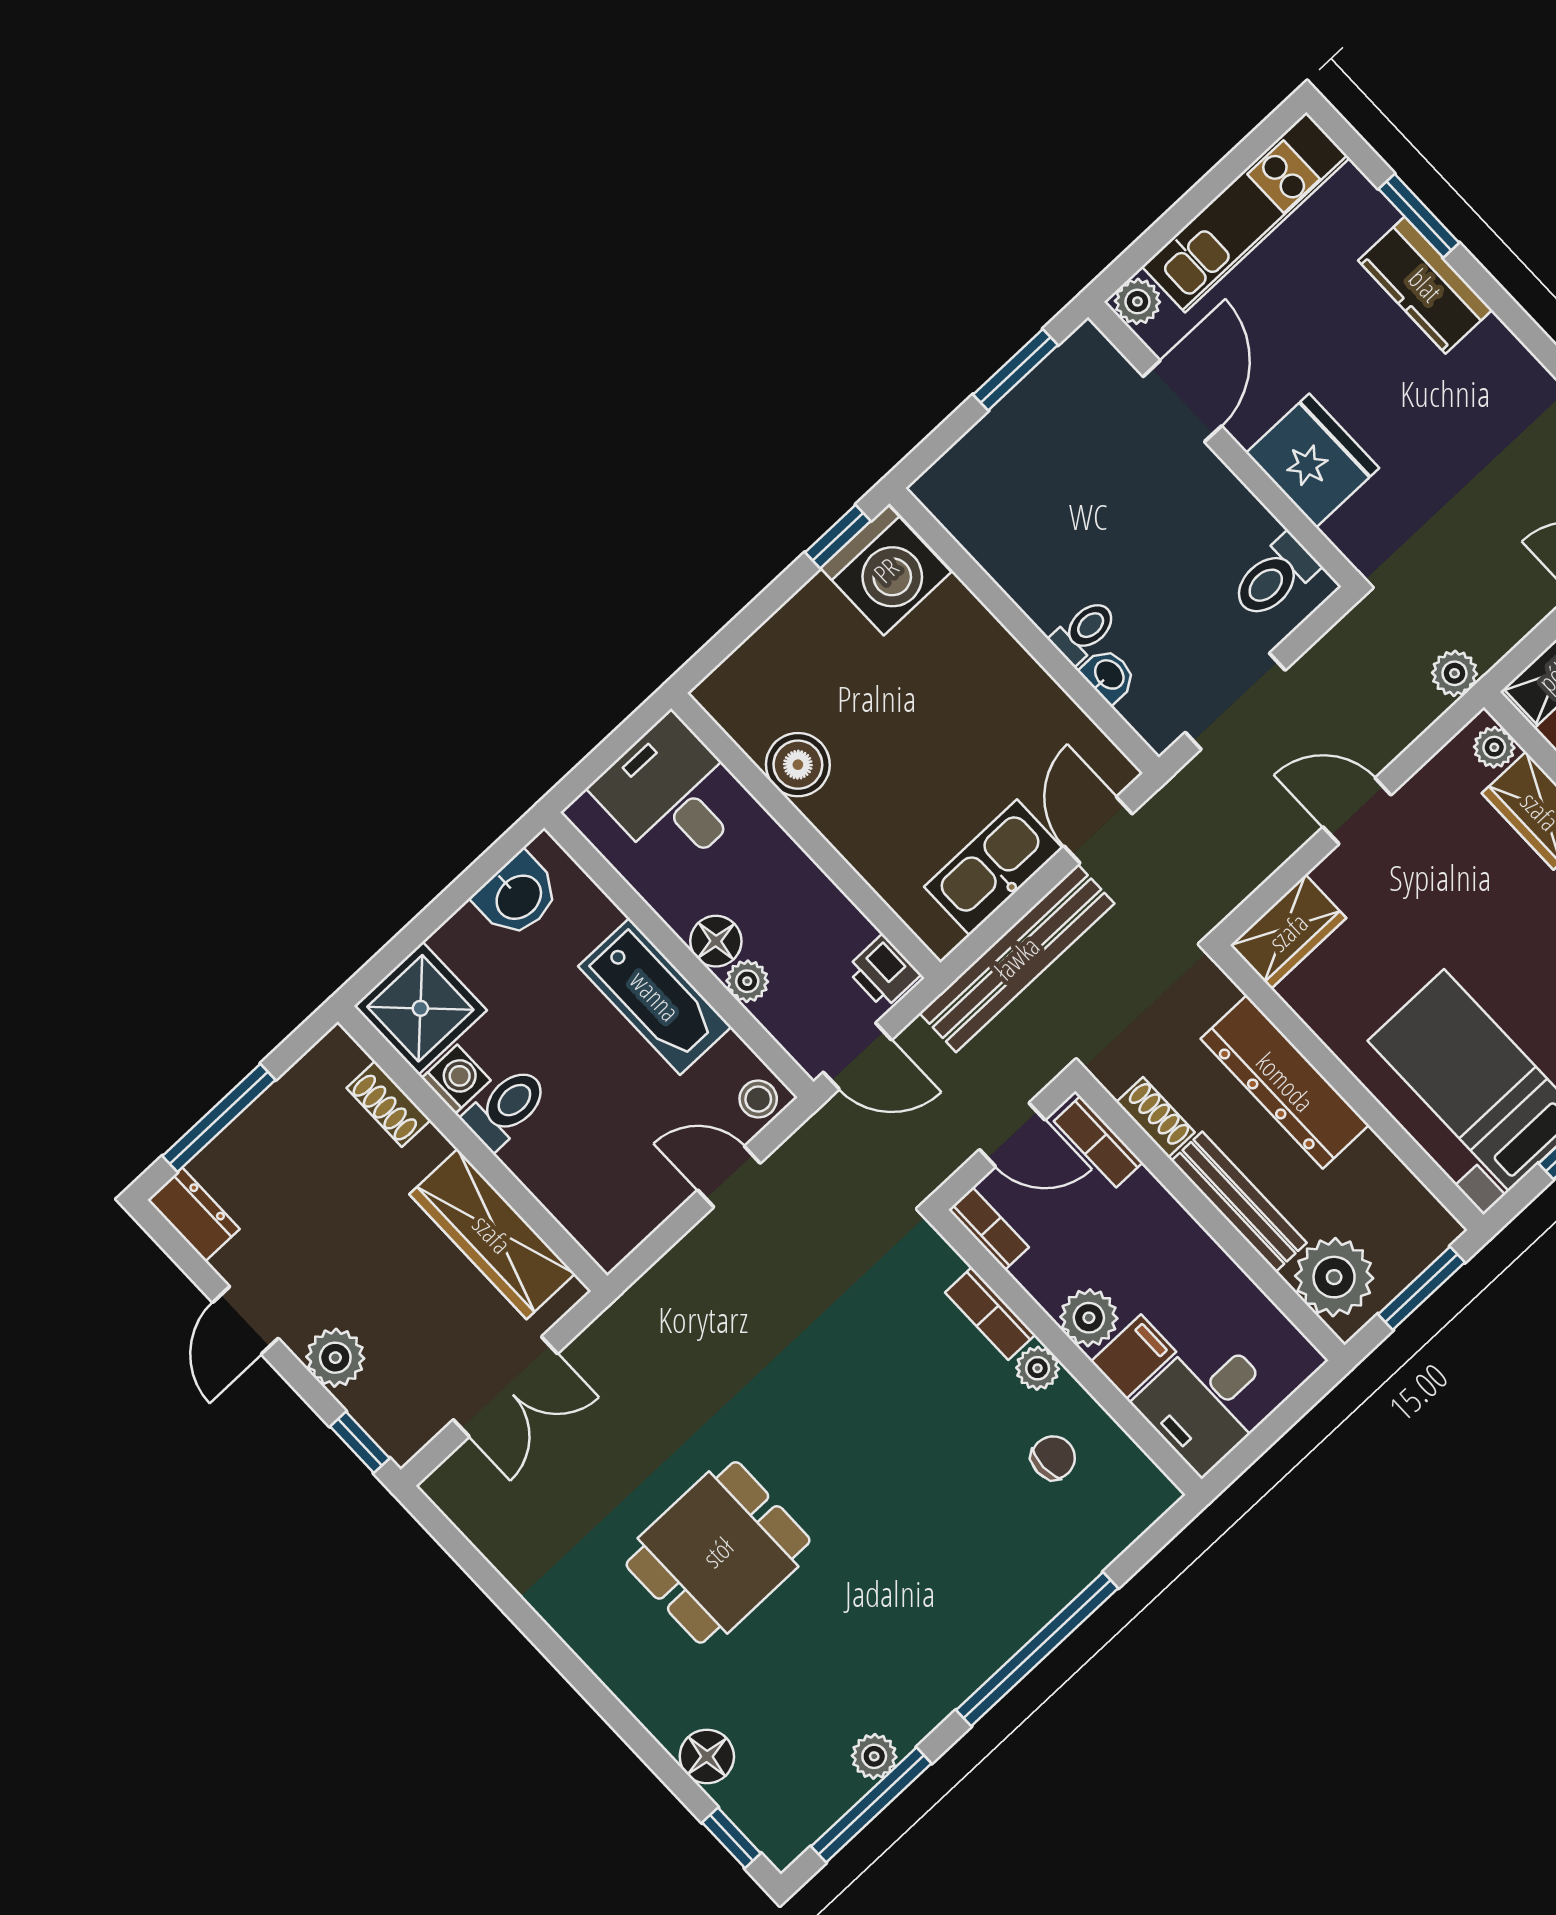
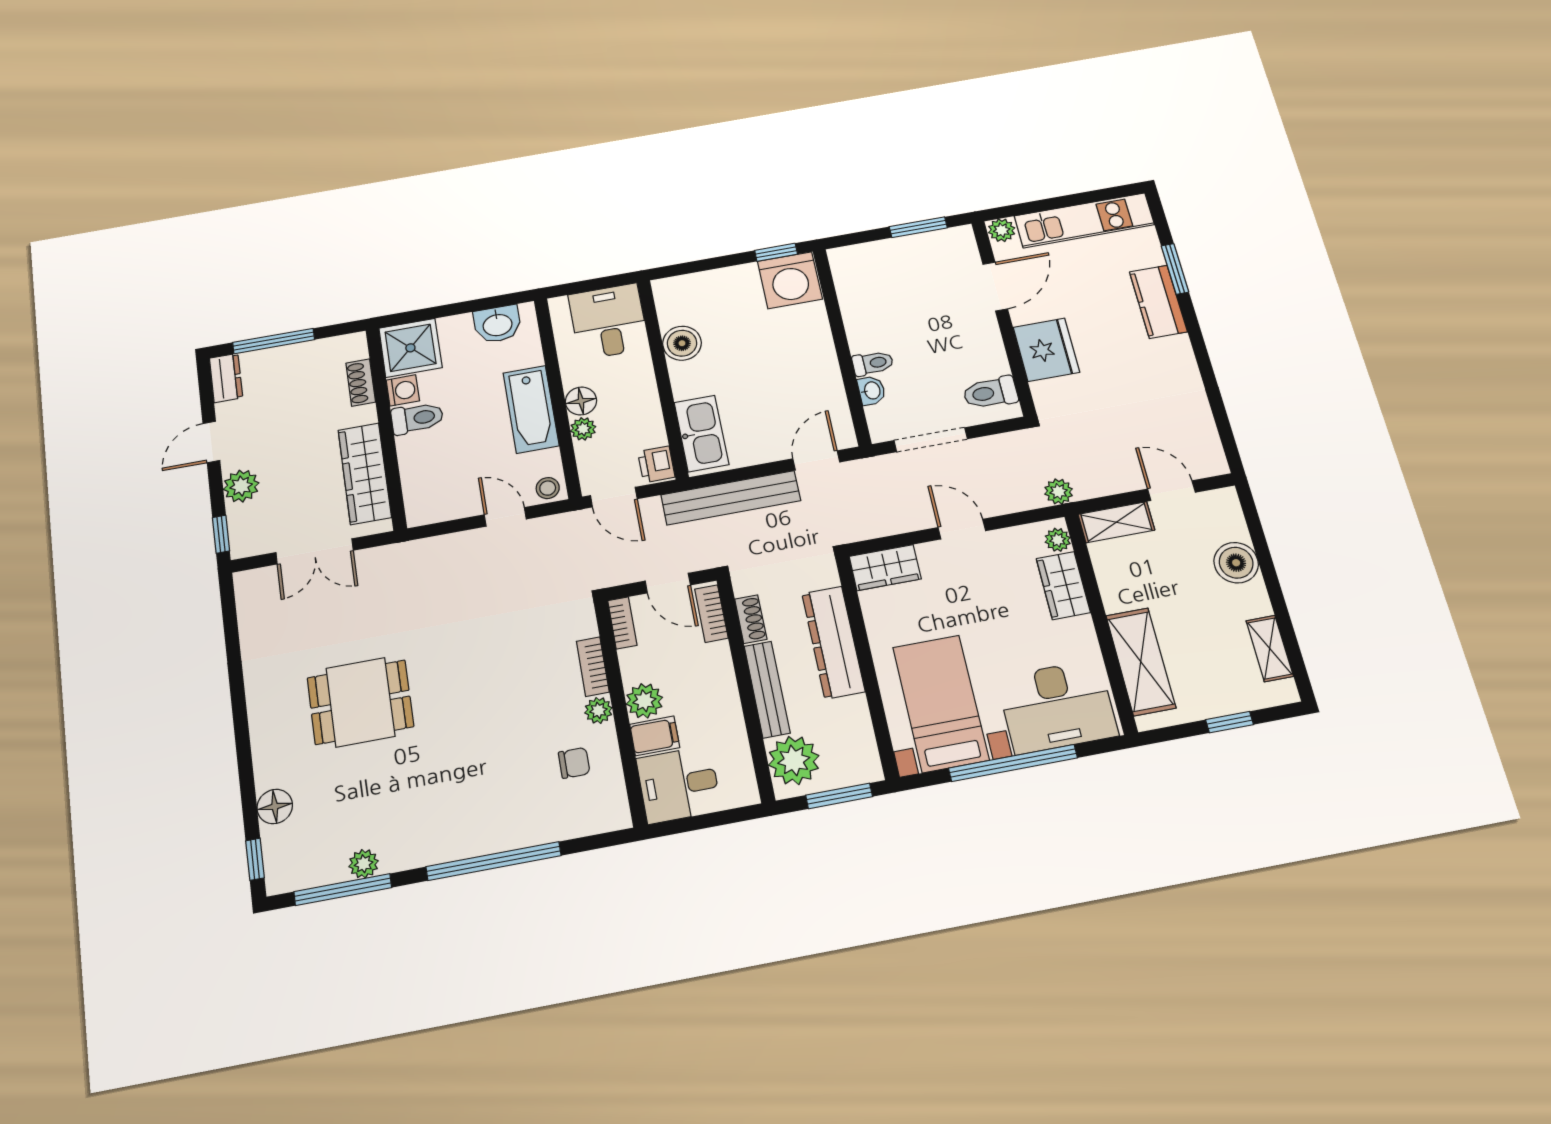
kitchen sink: (993, 867) -> (701, 433), moved, turned 90

